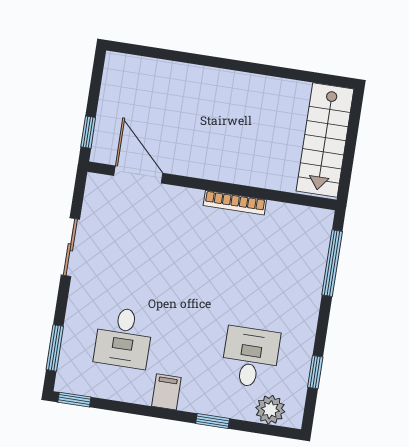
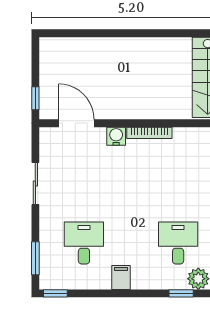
water cooler: (189, 200) -> (116, 136), added
desk: (124, 338) -> (84, 243), turned 180
window: (213, 421) -> (181, 293), moved

